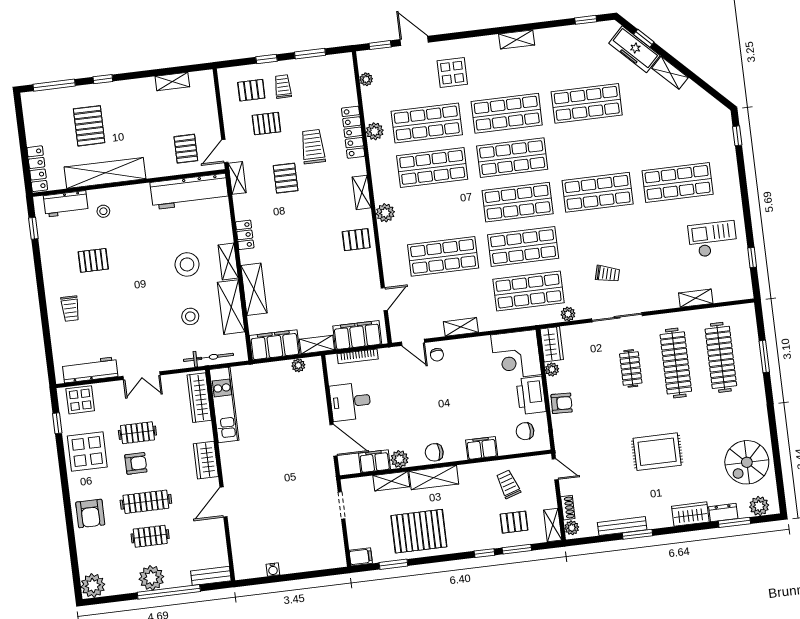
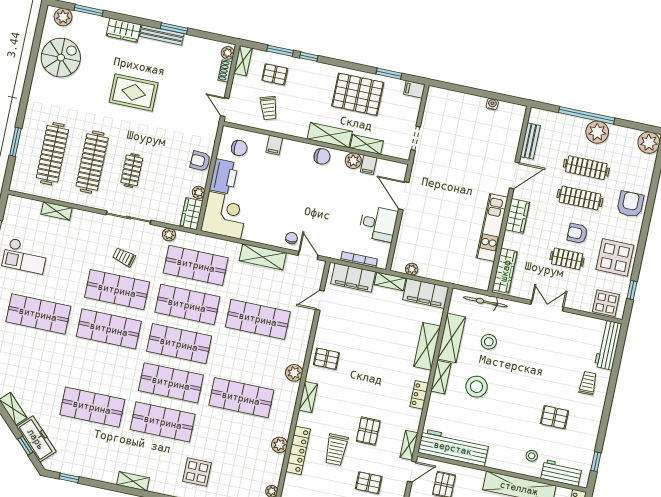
shop shelf: (427, 123) -> (117, 290), moved
shelving: (461, 327) -> (263, 257), width x1.50, depth x1.33
workbench: (90, 370) -> (608, 345), moved, turned 90
kitchen unit: (224, 405) -> (492, 228), moved
filing cabinet: (482, 448) -> (274, 145), width x0.50
filing cabinet: (374, 461) -> (369, 165), width x0.50
dresser: (723, 513) -> (95, 22), removed
bench: (622, 526) -> (162, 35), moved
clothes rail: (150, 536) -> (586, 168), width x1.36
bench: (211, 576) -> (530, 141), moved, turned 90

